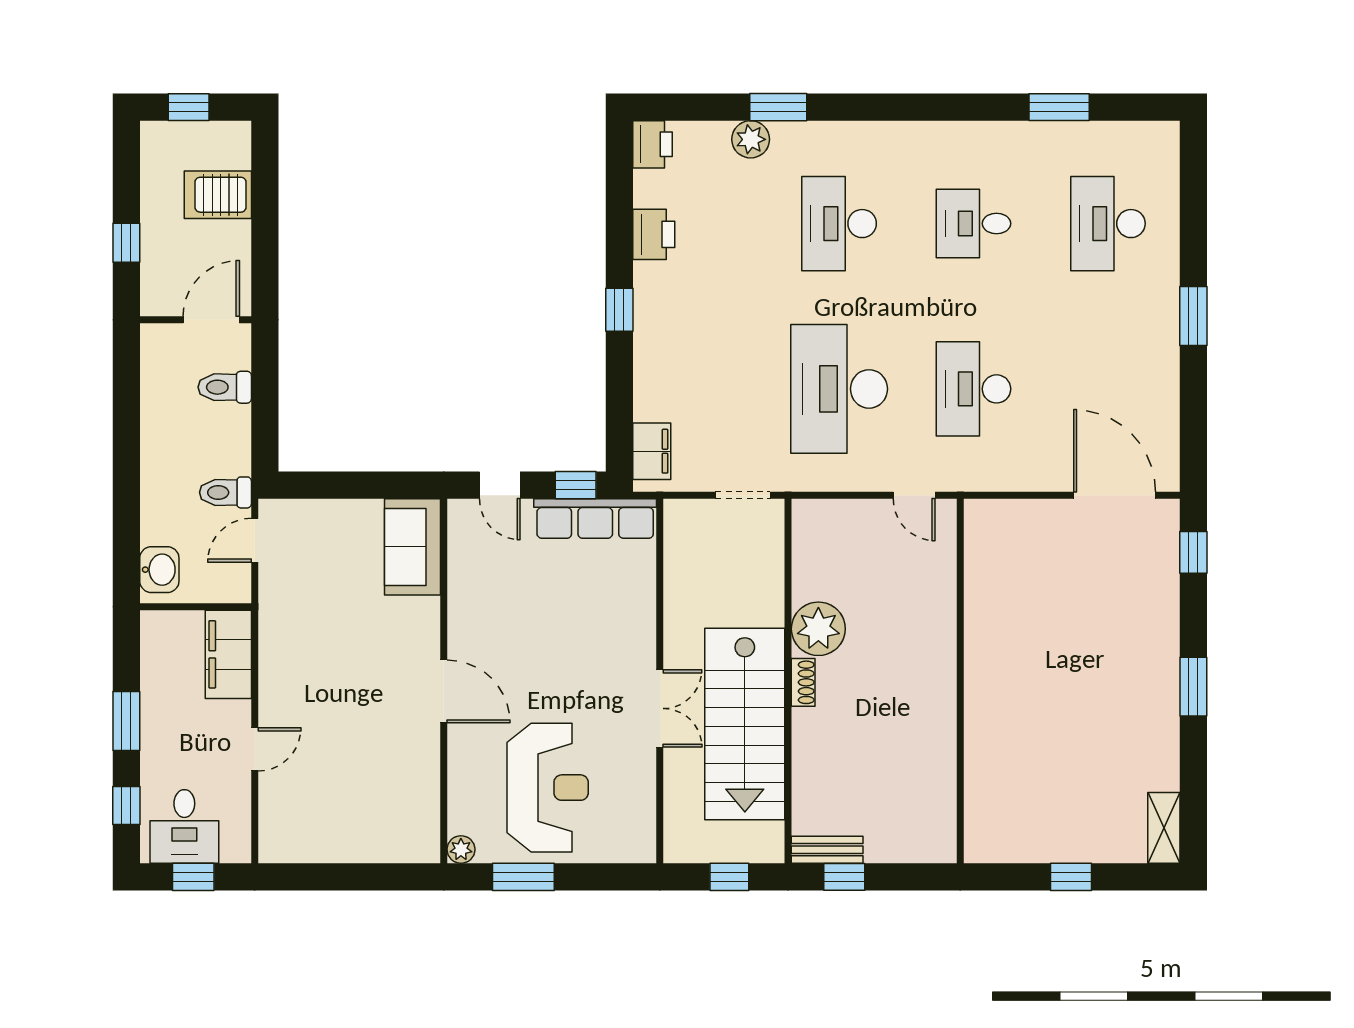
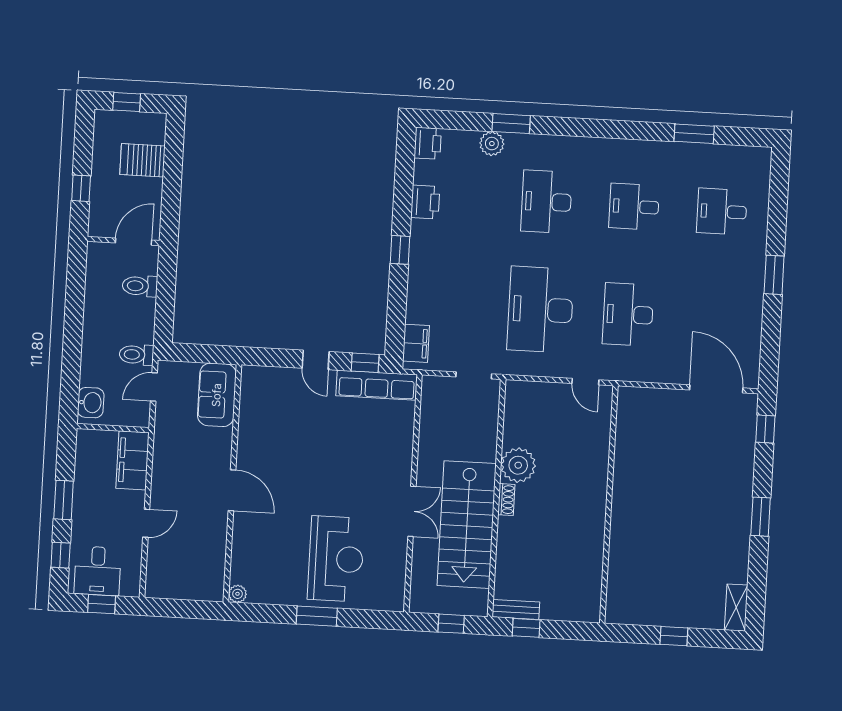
desk: (1108, 224) -> (722, 212), width x0.73
sofa: (412, 547) -> (217, 395), moved
wall: (444, 681) -> (232, 483), moved
door: (444, 691) -> (232, 490), moved
plant: (461, 849) -> (237, 594), moved

